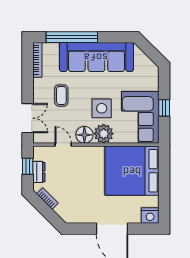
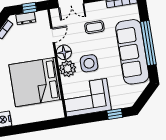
window: (72, 37) -> (148, 43), moved
window: (164, 108) -> (115, 114), moved
bed: (132, 171) -> (35, 82), moved, turned -90

